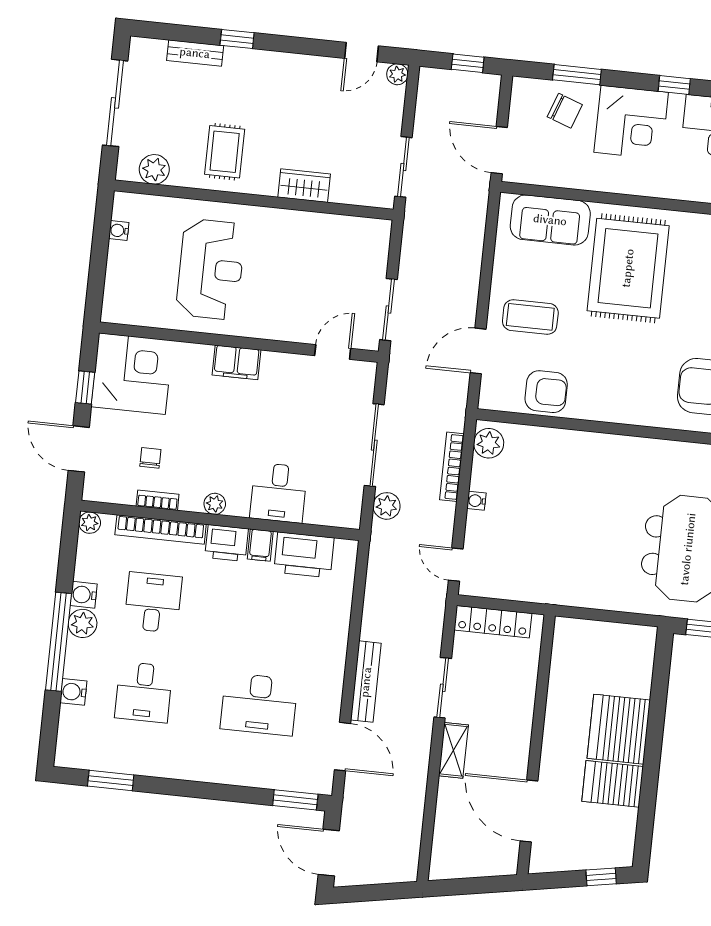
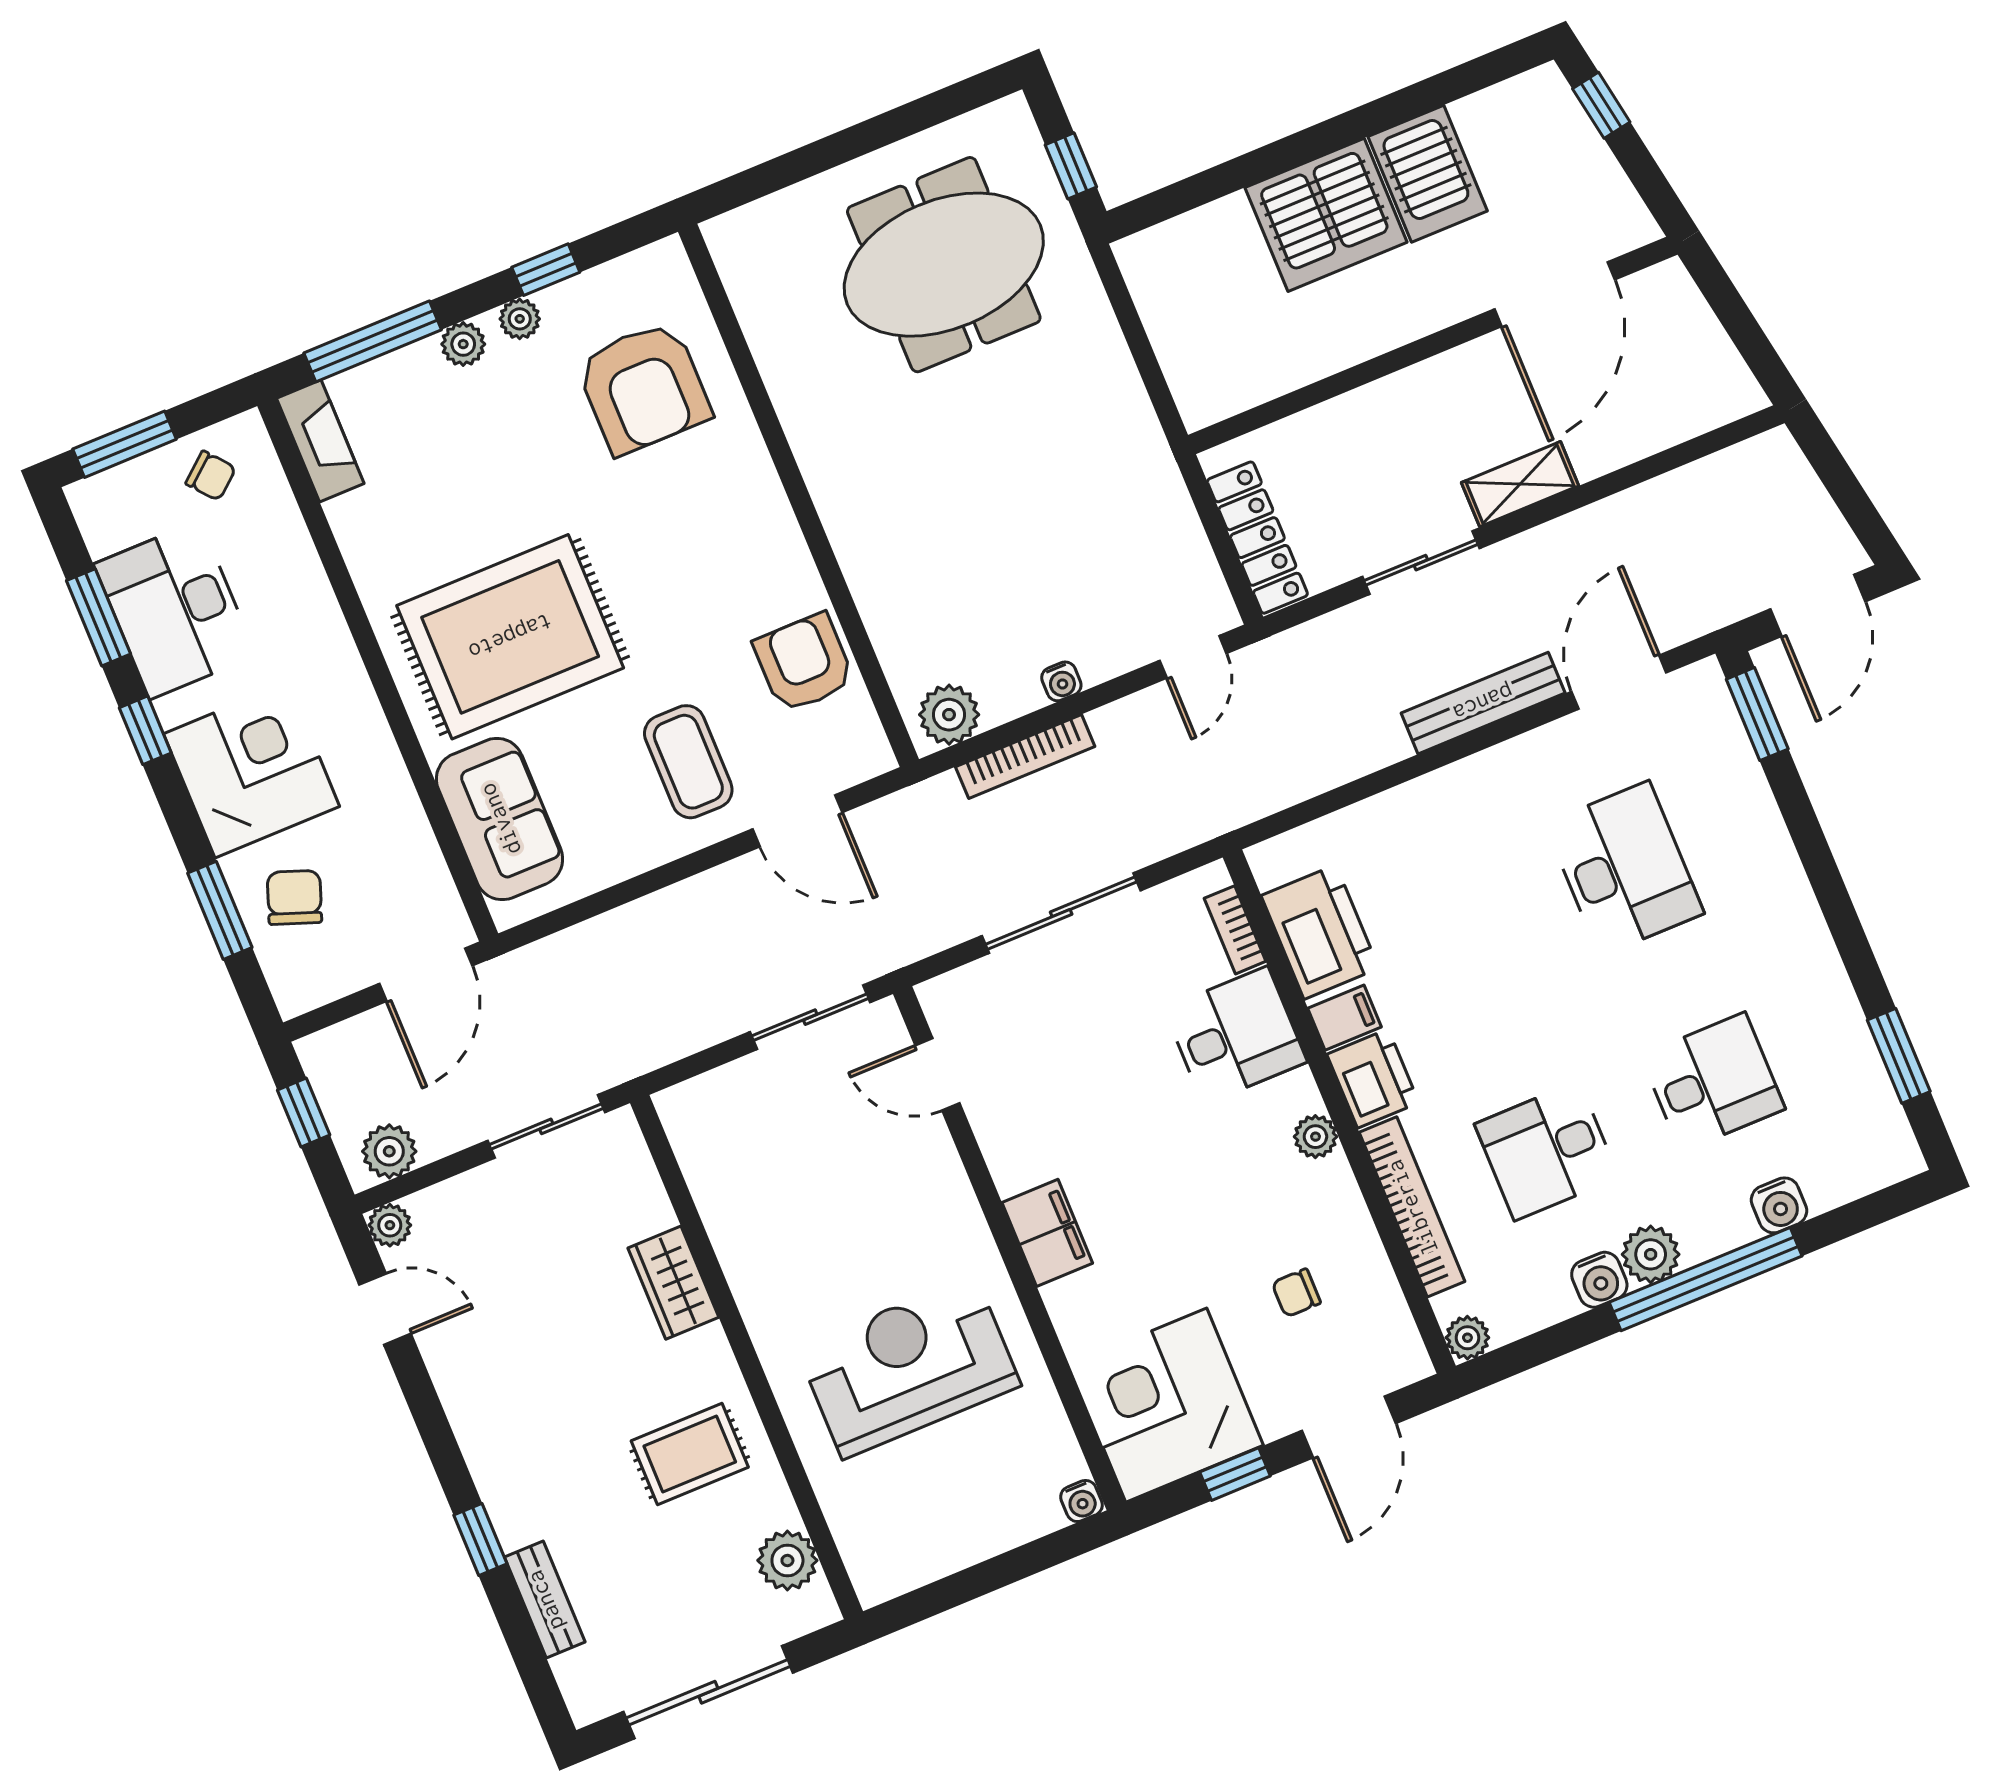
water cooler: (119, 231) -> (1081, 1501), moved
bookcase: (158, 500) -> (1235, 930), moved
plant: (387, 506) -> (389, 1151), moved

